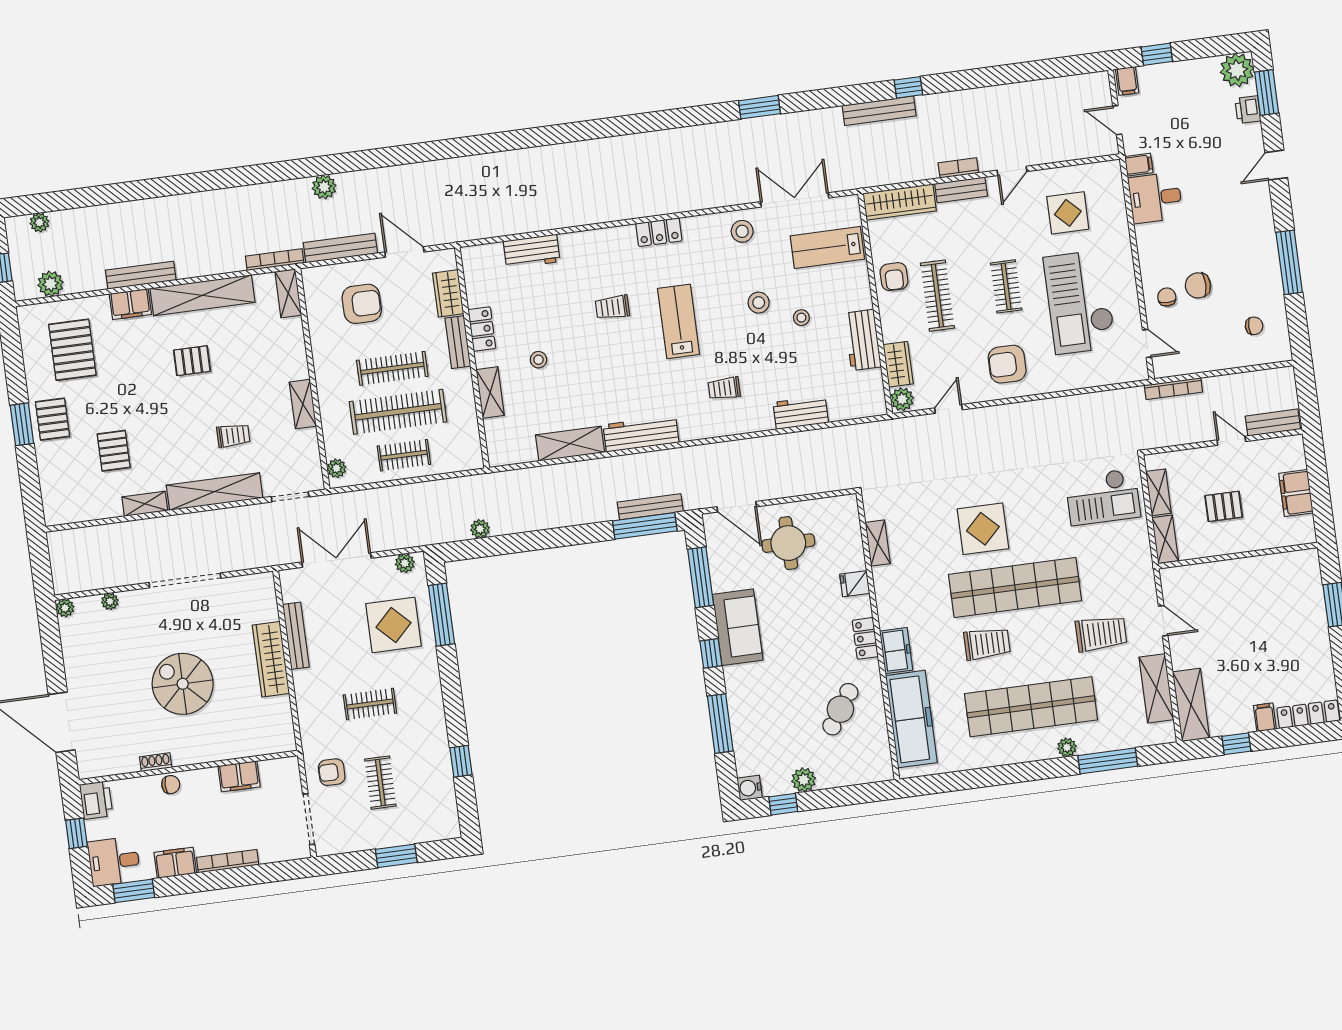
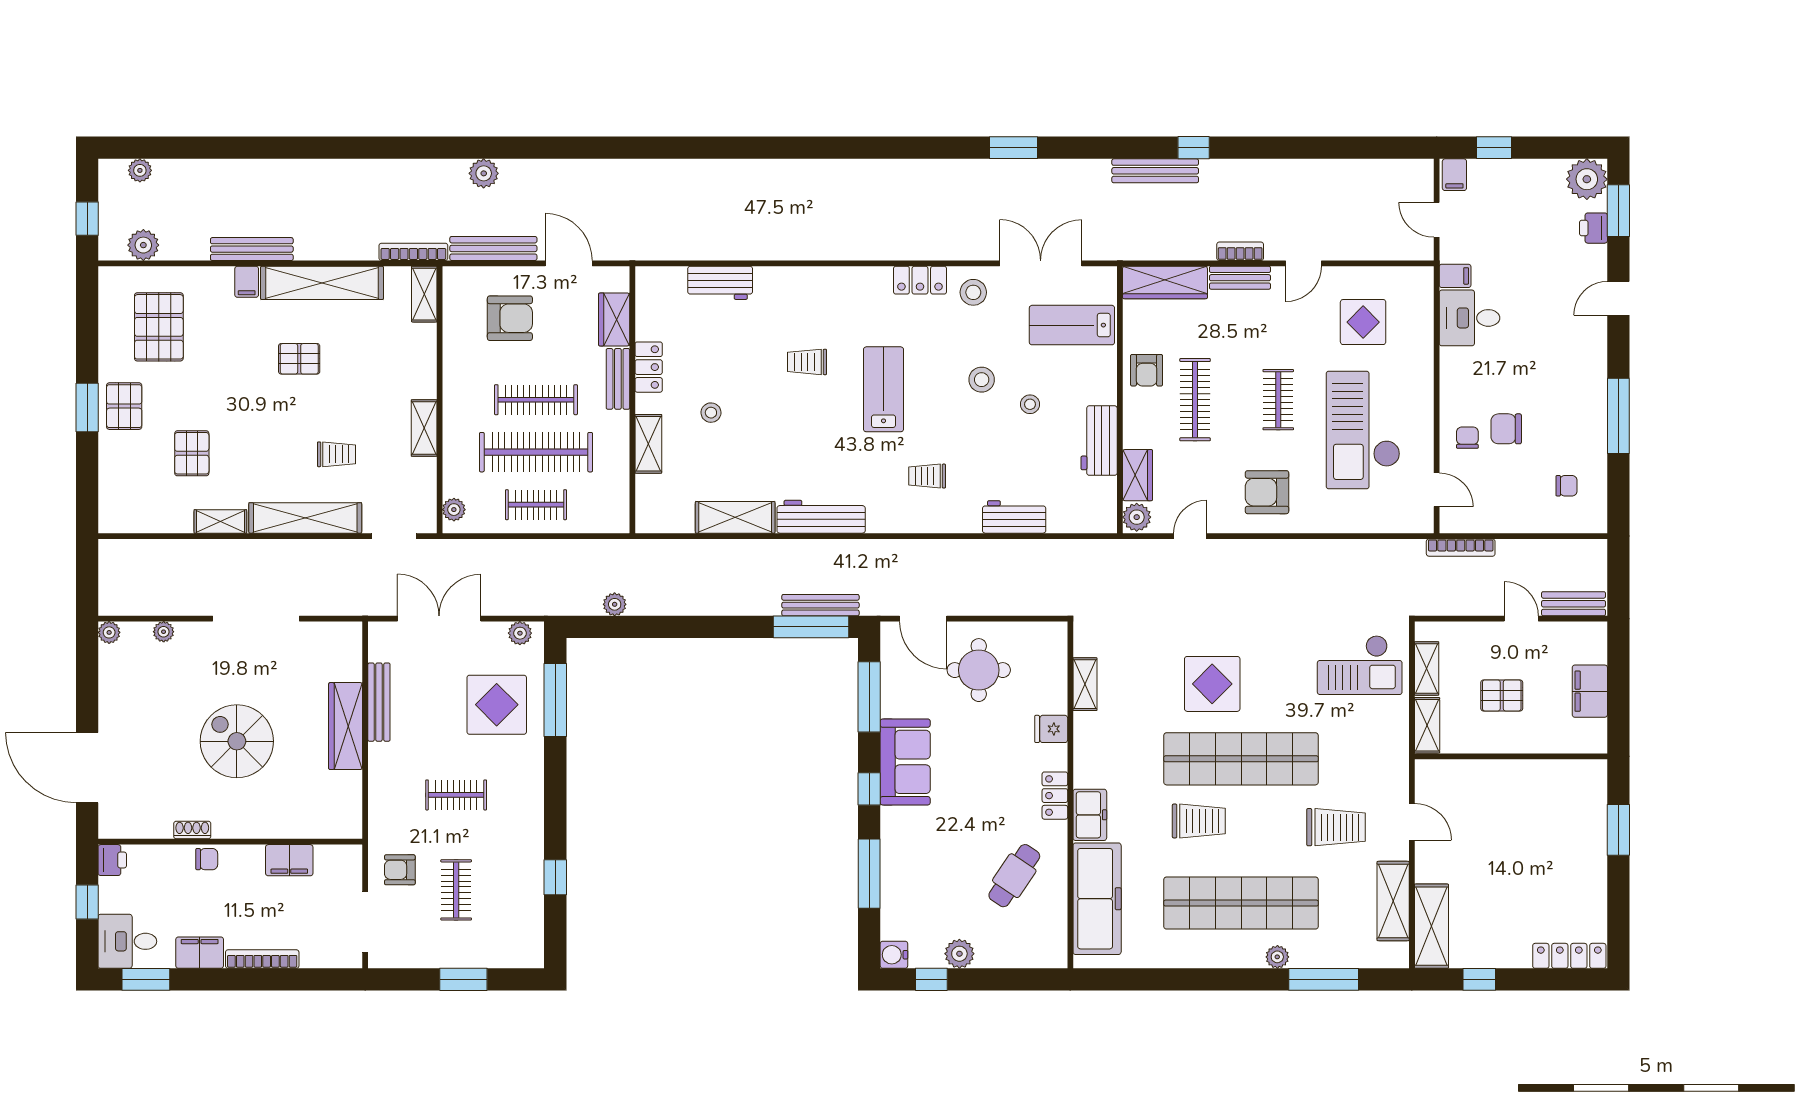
locker: (659, 232) -> (920, 280), moved
filing cabinet: (130, 304) -> (247, 282), width x0.50
filing cabinet: (1265, 717) -> (1517, 953), removed
printer: (96, 800) -> (112, 860), width x0.73, depth x0.81

